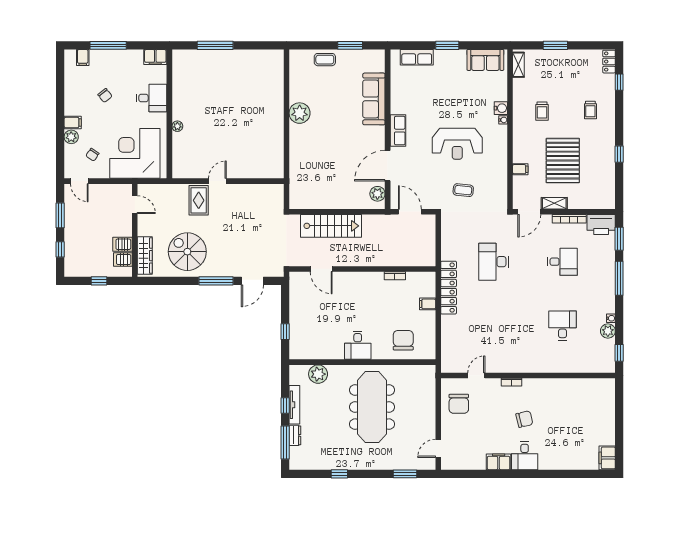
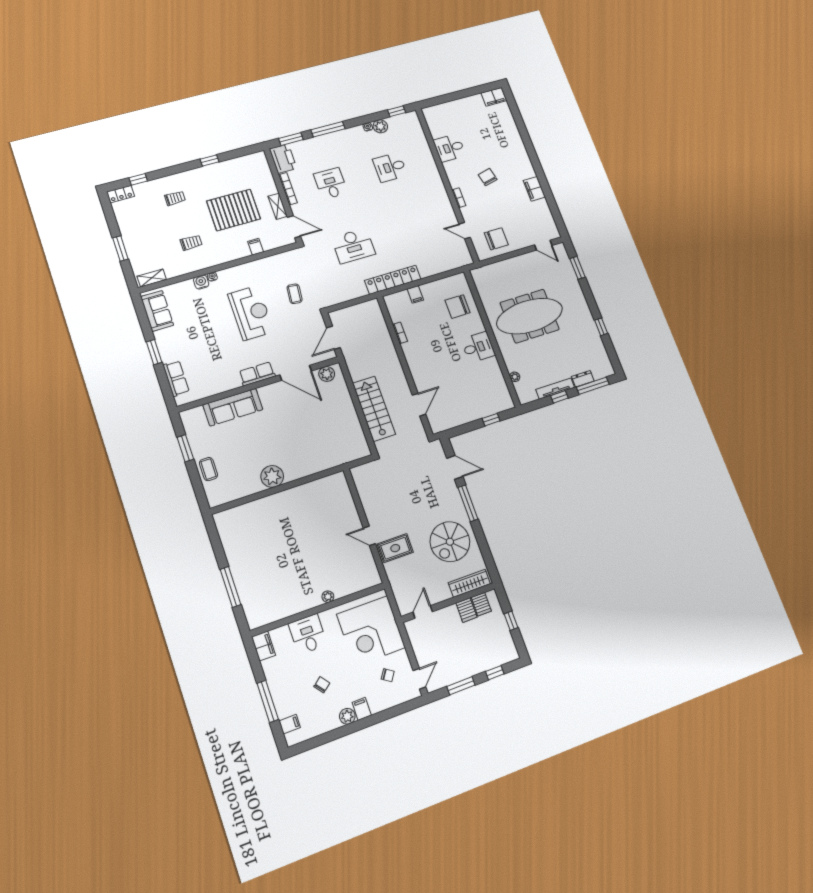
plant: (71, 137) -> (347, 716), moved
plant: (318, 374) -> (515, 377), width x0.53, depth x0.53
desk: (525, 456) -> (450, 148), moved, turned 180

